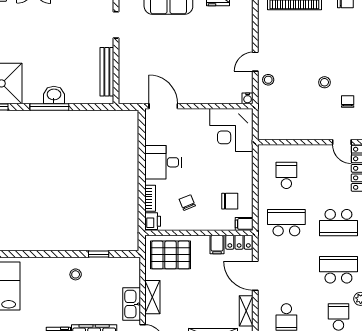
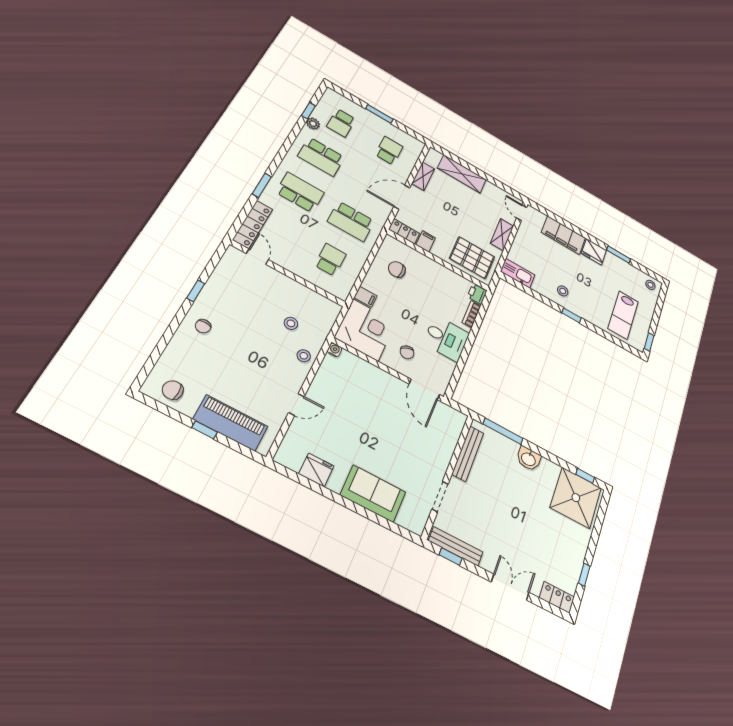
door: (255, 62) -> (296, 405), moved
stool: (324, 82) -> (291, 323), moved
chair: (348, 101) -> (203, 326), moved
window: (49, 107) -> (503, 431), moved
school desk: (286, 175) -> (330, 260), turned 180
chair: (187, 203) -> (407, 352), moved
filing cabinet: (244, 224) -> (365, 297), moved
window: (99, 254) -> (572, 315), moved
door: (255, 276) -> (402, 197), swing flipped
kitchen sink: (132, 304) -> (518, 273), moved, turned -90

